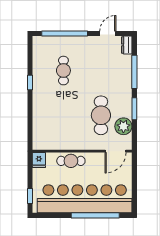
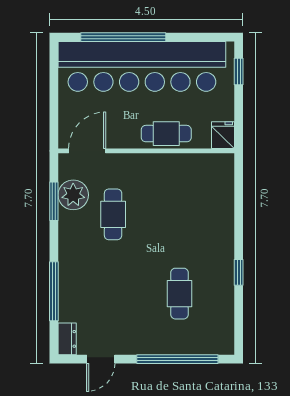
window: (134, 109) -> (54, 201), moved
cafe table: (101, 115) -> (113, 214), width x0.73, depth x0.74

